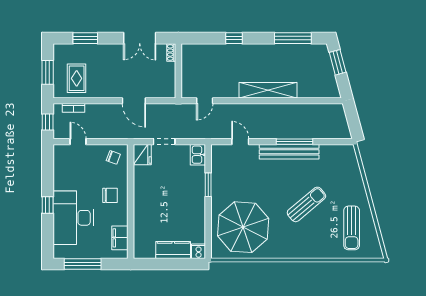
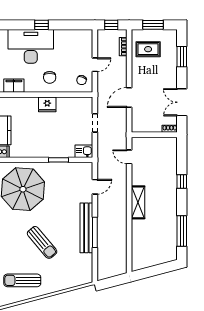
window: (338, 62) -> (161, 269), removed
shelving: (268, 90) -> (138, 202), width x0.68
door: (78, 142) -> (95, 65), moved
fridge: (142, 155) -> (47, 104), moved

